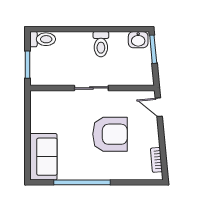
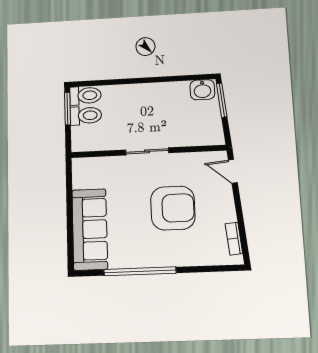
toilet: (101, 44) -> (86, 116), moved, turned -90
window: (28, 65) -> (68, 109), moved
sofa: (43, 157) -> (90, 229), width x1.36

